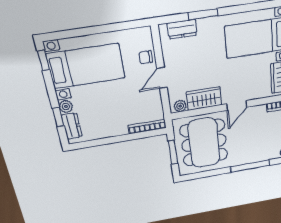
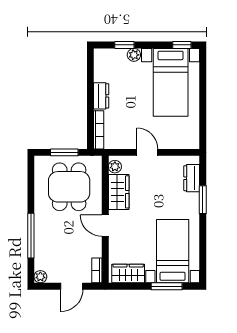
chair: (146, 57) -> (170, 140), removed
dresser: (72, 126) -> (101, 96), moved, turned -90
dining table: (204, 143) -> (69, 187), width x0.73

